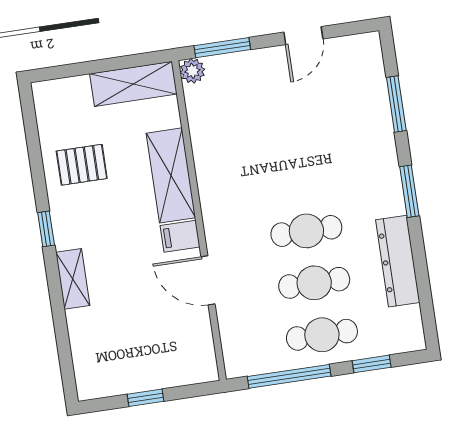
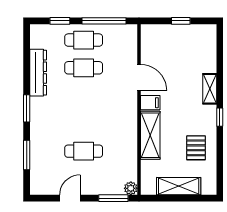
shelving: (133, 84) -> (179, 186), moved
pallet: (82, 165) -> (196, 148), turned 90
cafe table: (306, 231) -> (84, 151), moved

